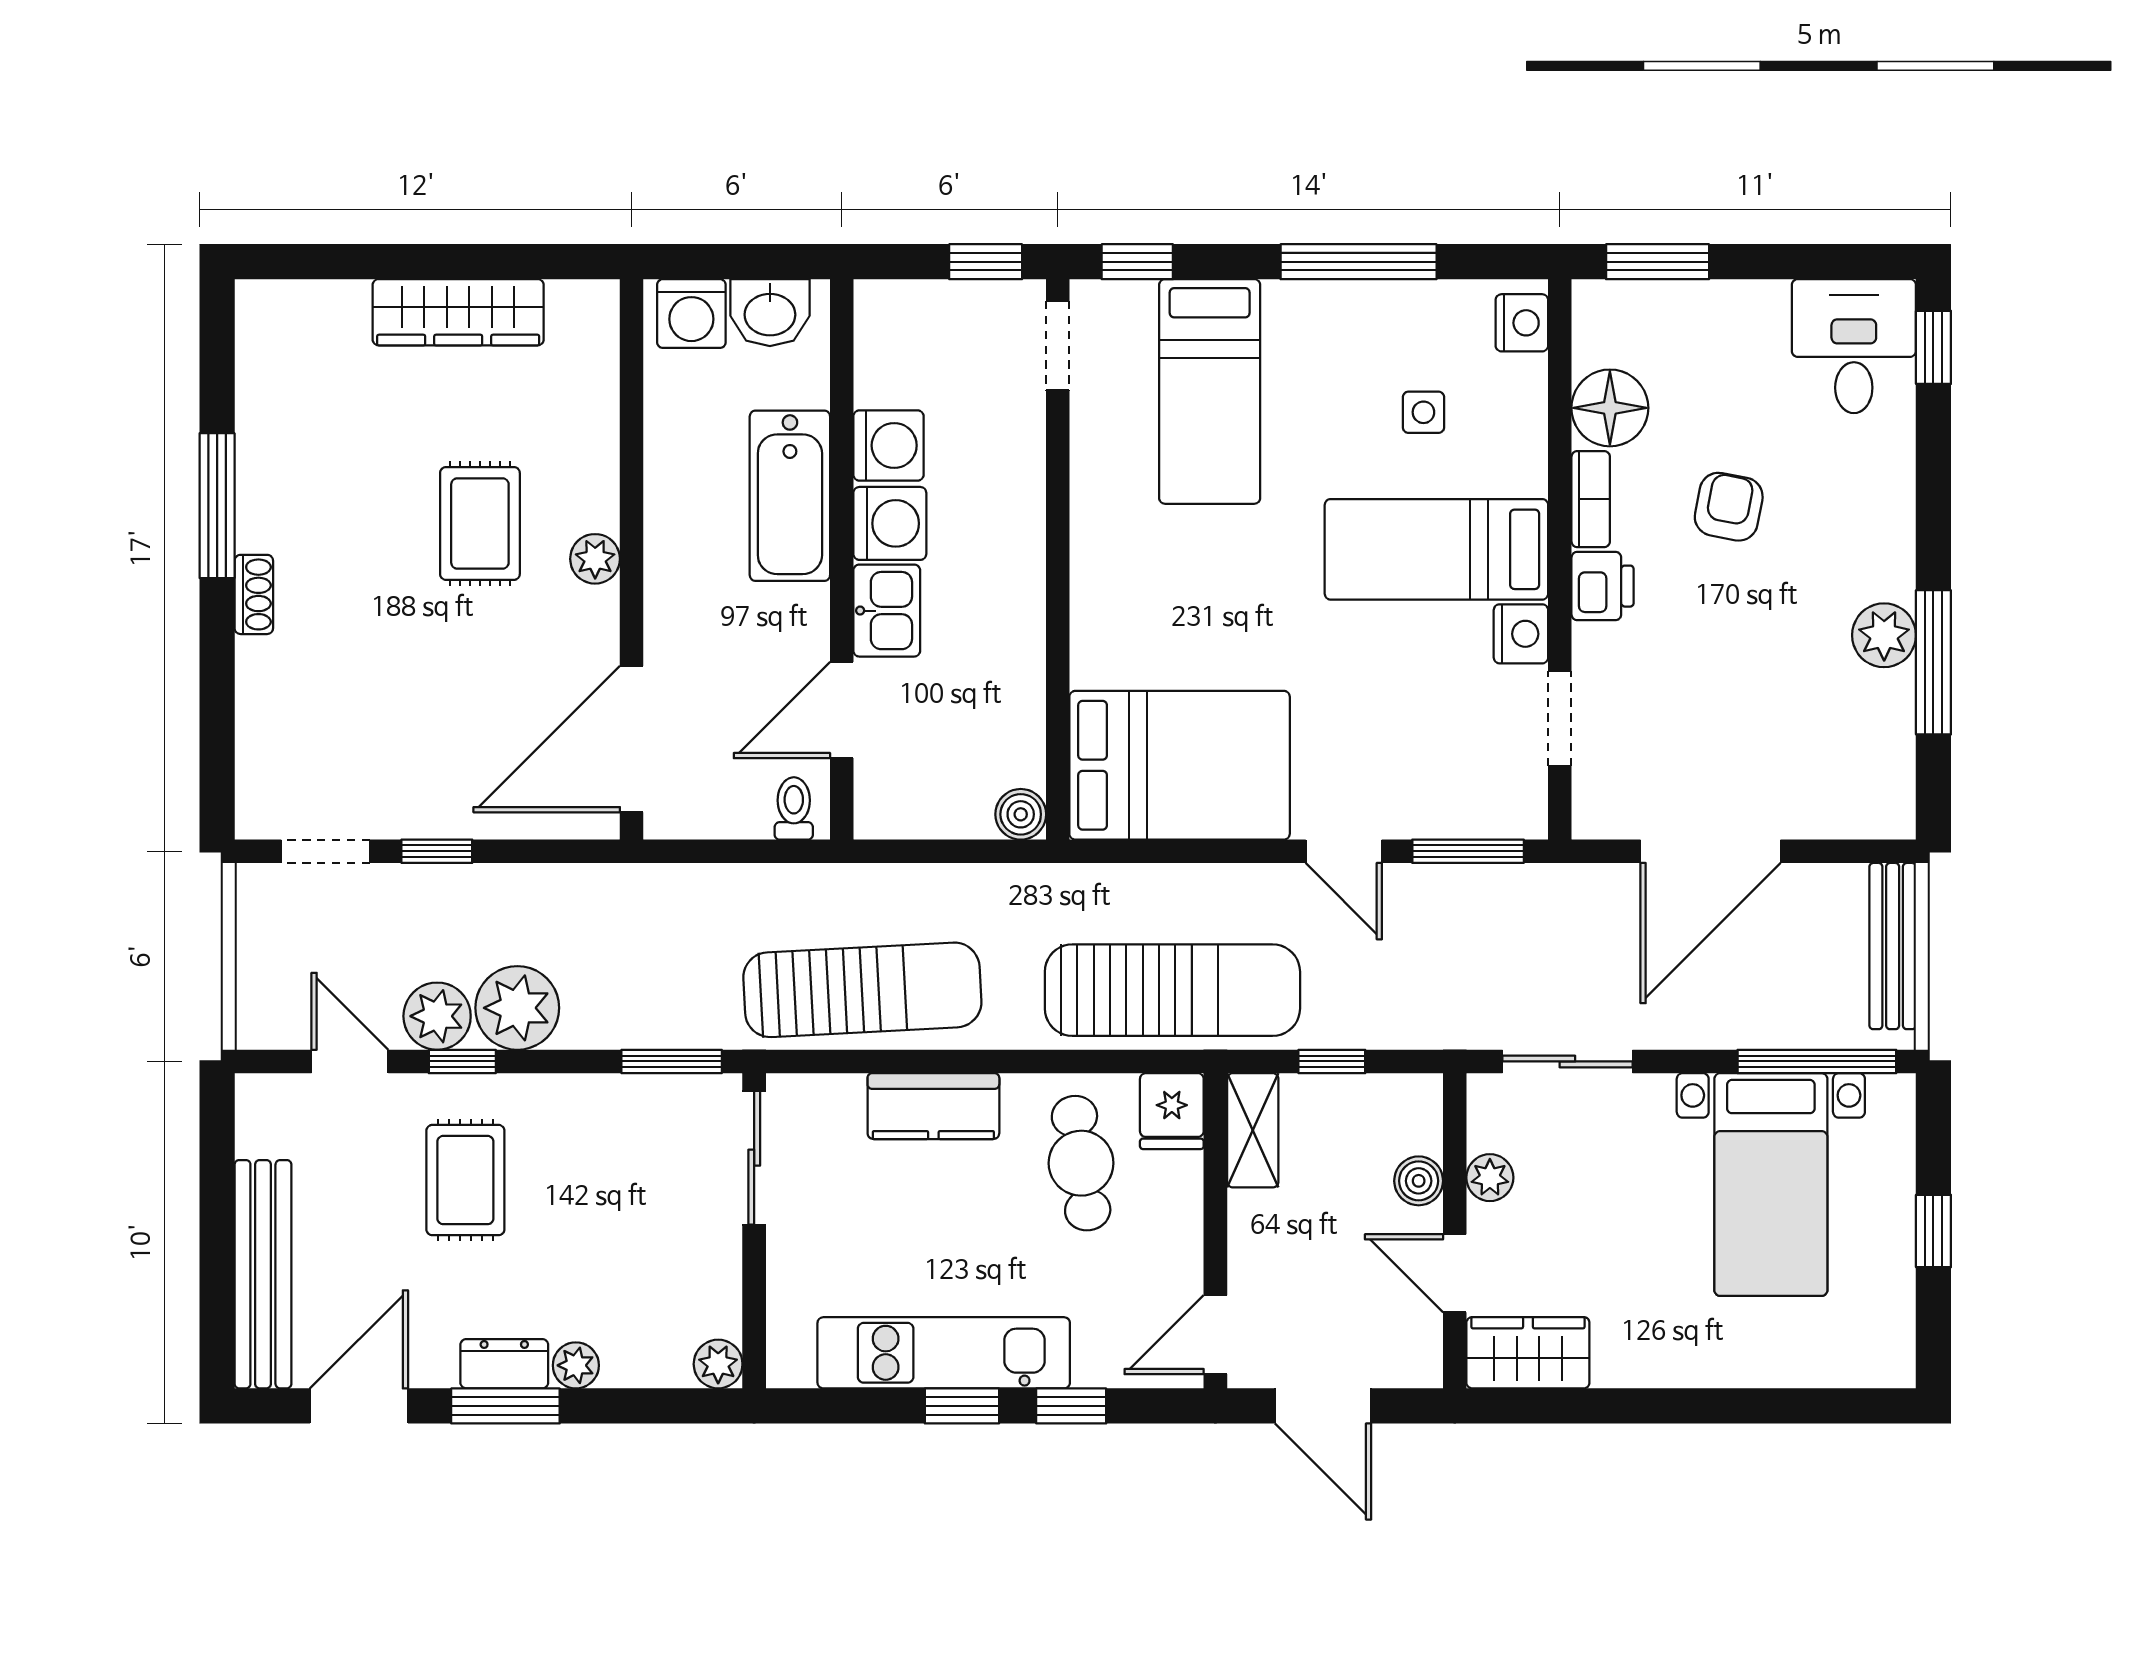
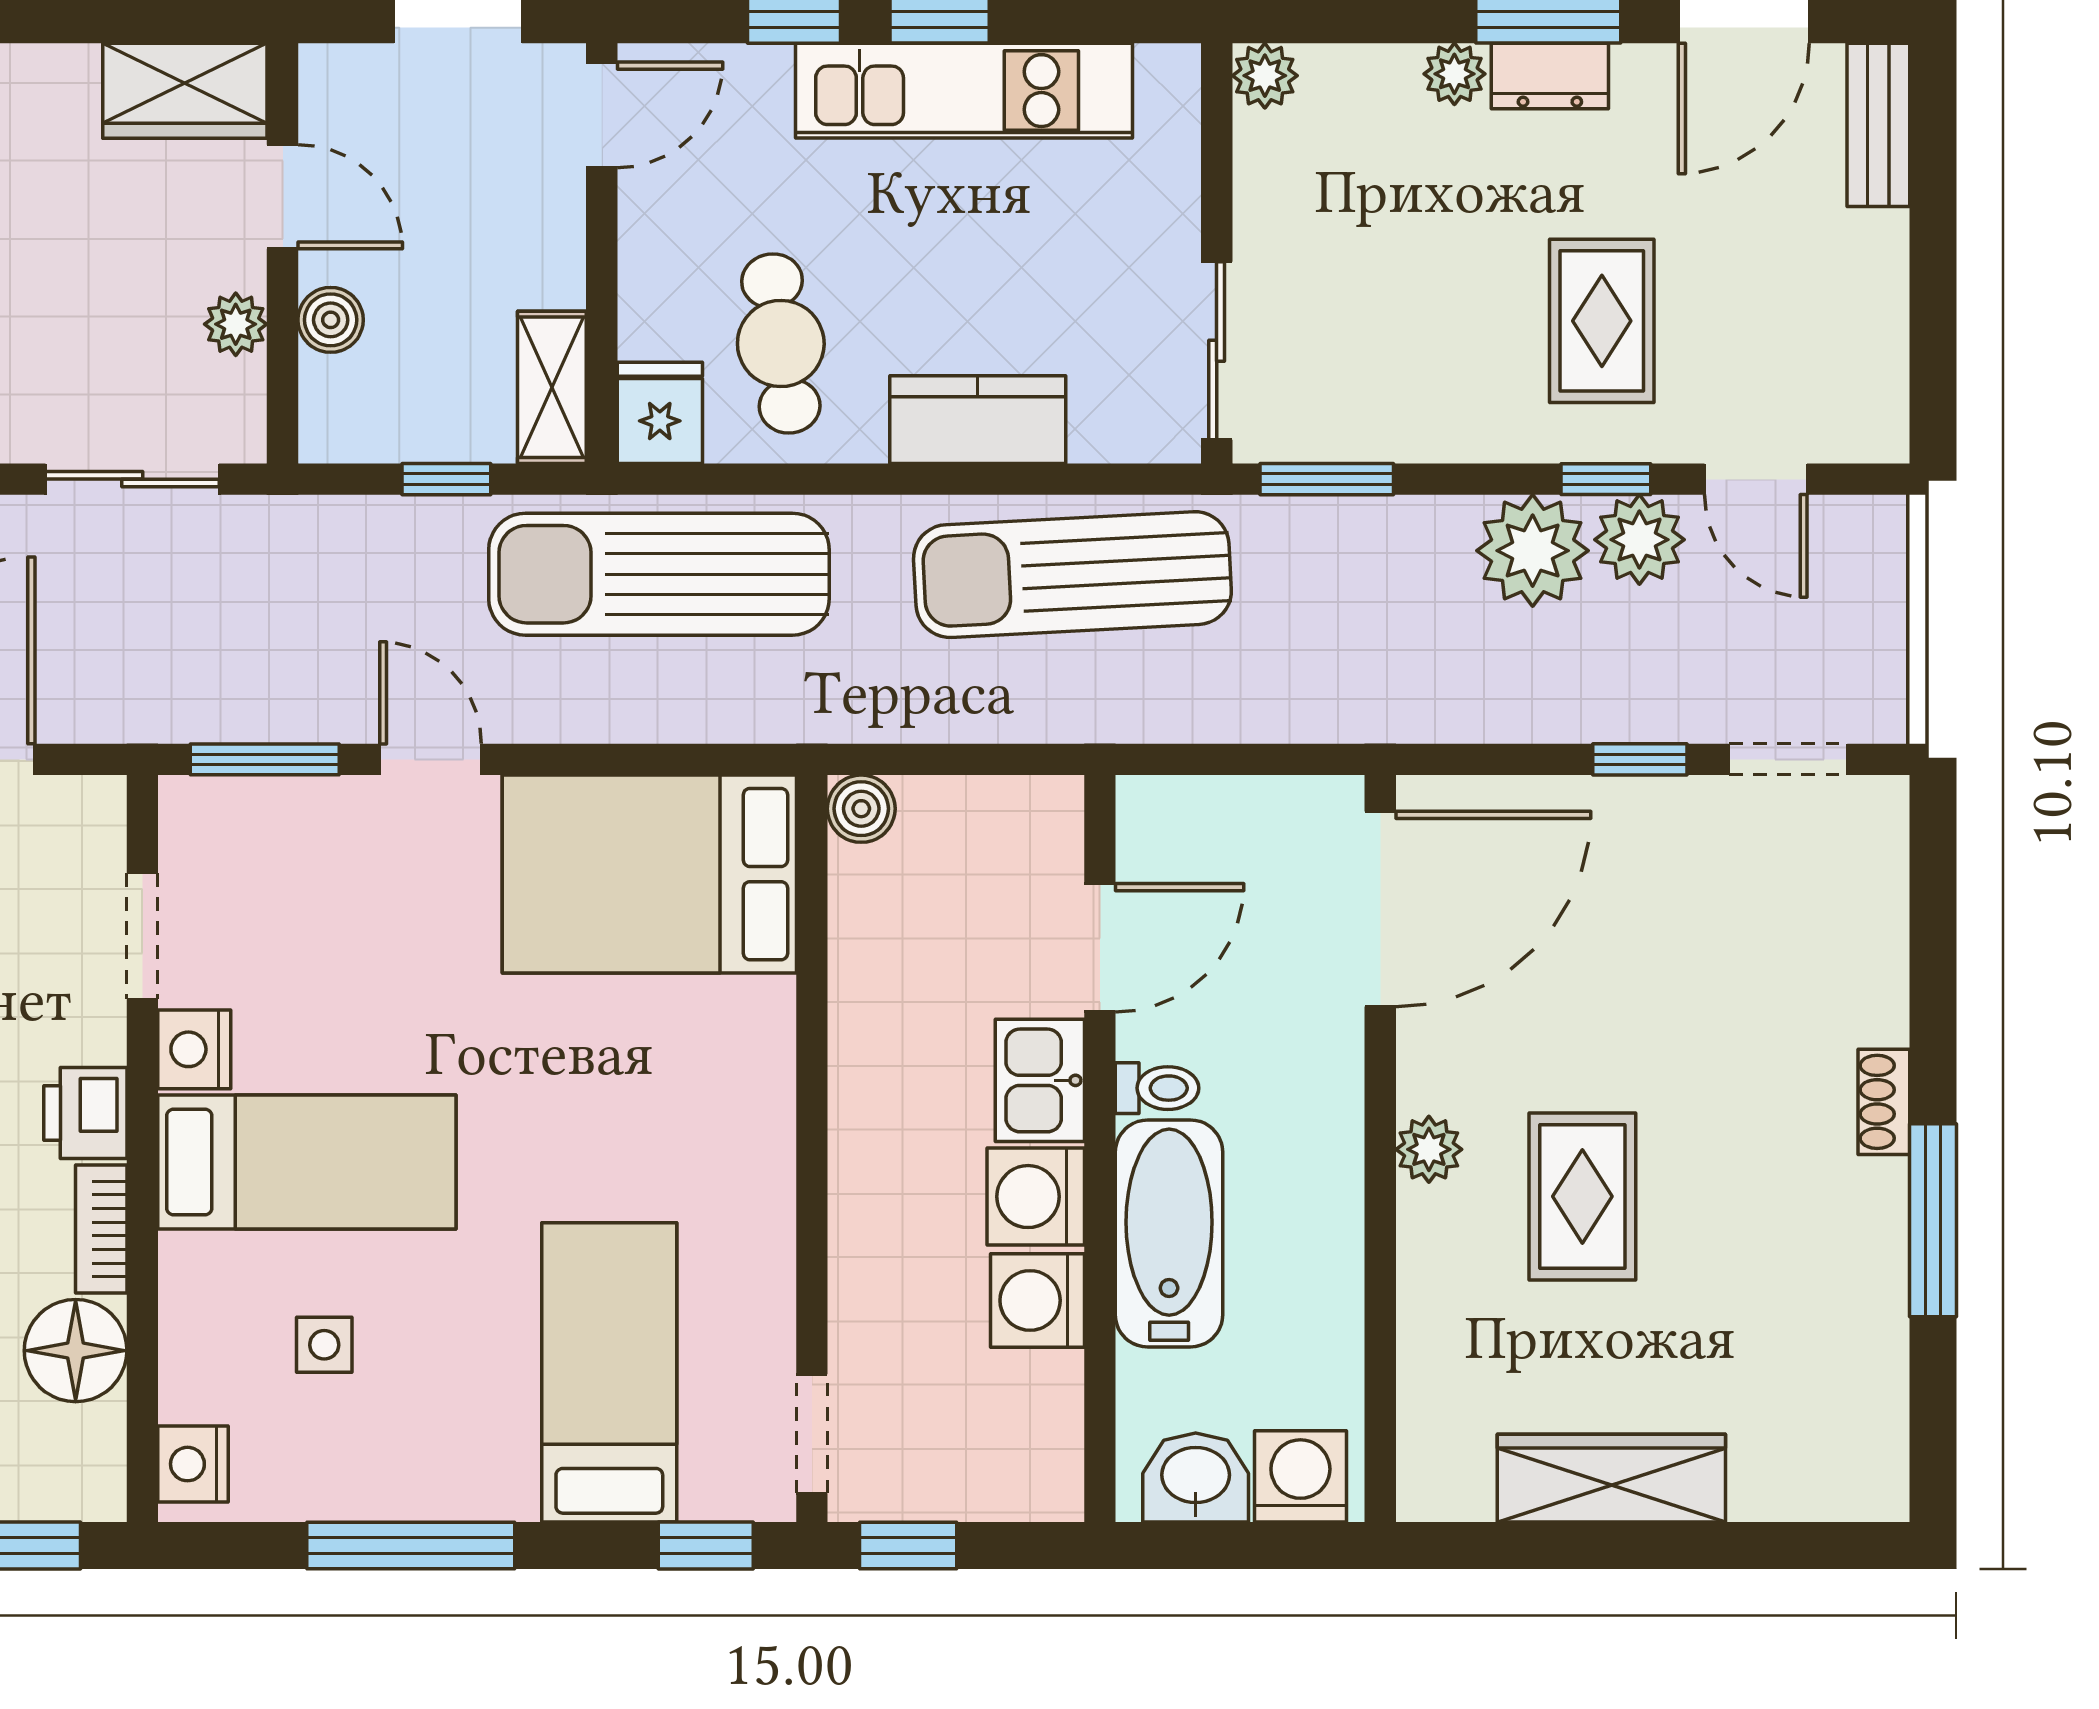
toilet: (794, 808) -> (1157, 1088), moved, turned -90
bench: (263, 1274) -> (1878, 125), width x0.54, depth x0.82

